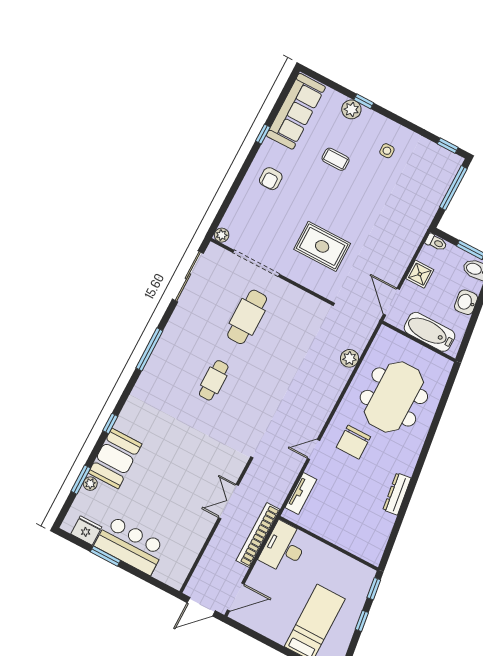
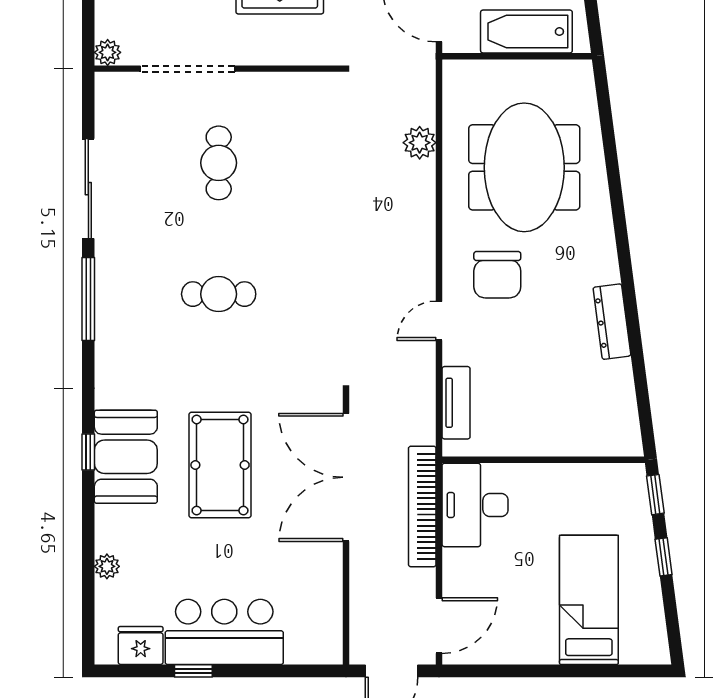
sliding door: (188, 276) -> (88, 189), moved
cafe table: (247, 317) -> (219, 163), width x0.73, depth x0.74
cafe table: (214, 380) -> (219, 294), turned 90
booth: (115, 459) -> (126, 457), moved
pool table: (171, 463) -> (220, 465), added
window: (81, 480) -> (88, 568), removed
double door: (228, 502) -> (346, 477), width x1.87
window: (105, 556) -> (193, 671), width x0.67

